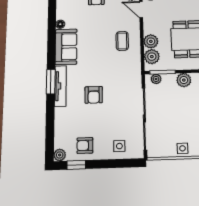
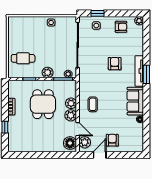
plant: (152, 57) -> (71, 115), moved
window: (76, 165) -> (97, 13), moved

